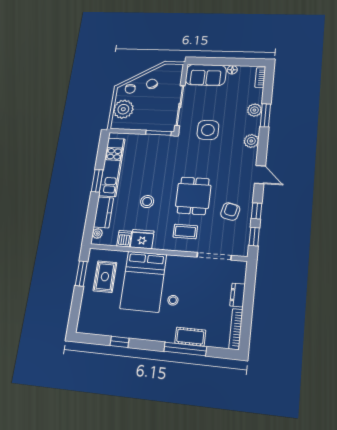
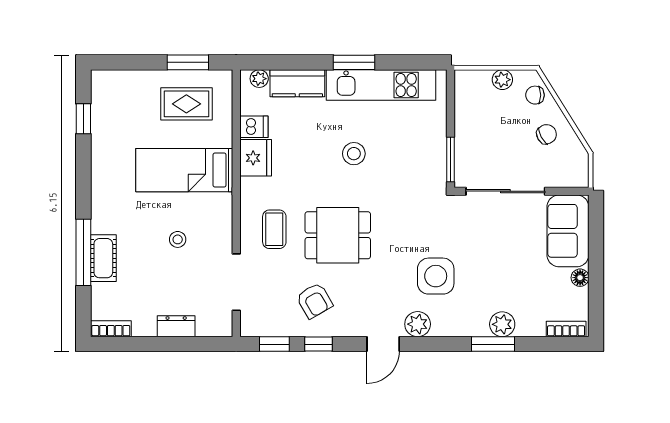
plant: (123, 109) -> (502, 80), width x0.53, depth x0.53
side table: (208, 130) -> (436, 276), moved
plant: (251, 141) -> (418, 324), moved
stool: (147, 202) -> (354, 154), moved
armchair: (230, 212) -> (314, 301), turned 47
bed: (143, 281) -> (184, 170), width x0.67
stool: (173, 300) -> (178, 239), moved
bookcase: (236, 329) -> (111, 329), width x0.64
window: (120, 342) -> (83, 119), moved

